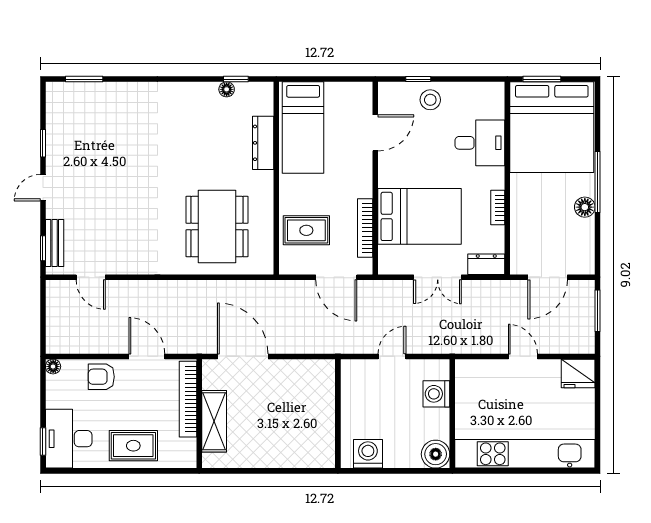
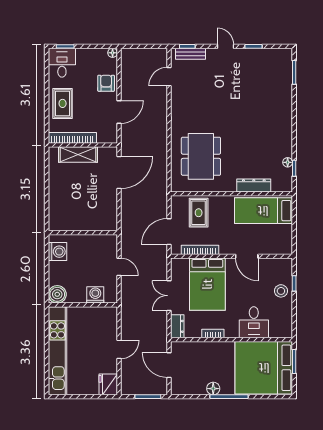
door: (375, 133) -> (247, 256), moved
dining table: (217, 227) -> (201, 156), turned 90
bookcase: (188, 399) -> (72, 138), moved
desk: (69, 439) -> (62, 63), width x0.73

